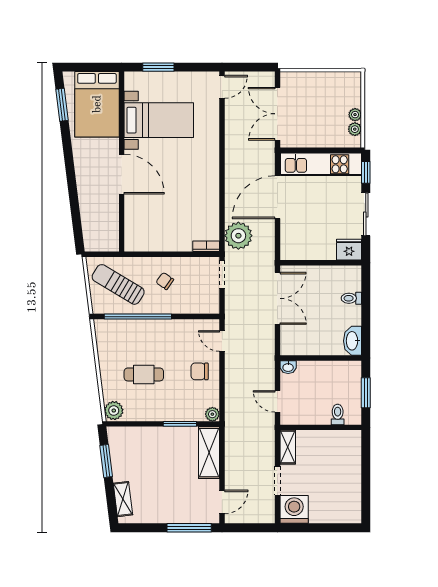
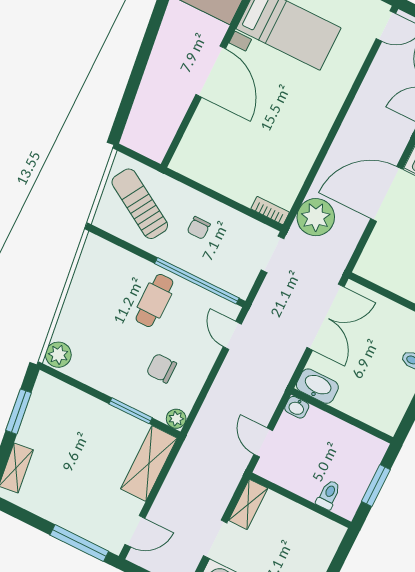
chair: (165, 281) -> (199, 228), turned -125
window: (138, 317) -> (197, 281), moved
washbasin: (353, 341) -> (317, 386), moved, turned 90
chair: (200, 371) -> (161, 368), moved
cafe table: (144, 374) -> (154, 300), moved, turned 90

